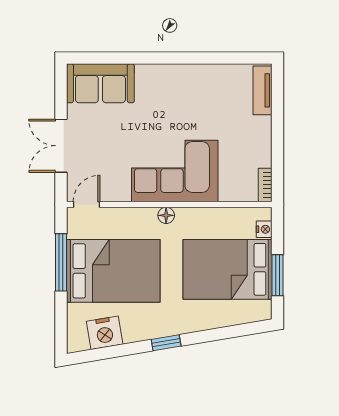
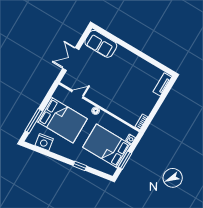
corner sofa: (175, 171) -> (109, 95), removed
door: (87, 204) -> (78, 94), moved
window: (61, 262) -> (34, 121), moved
window: (166, 343) -> (80, 166), moved

